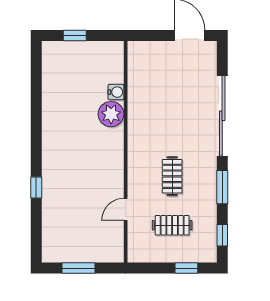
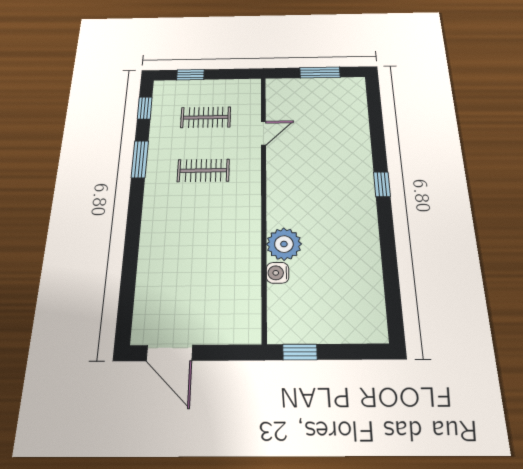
window: (75, 36) -> (300, 352), moved
sliding door: (222, 116) -> (132, 244), removed
clothes rail: (172, 176) -> (203, 170), turned 90
window: (36, 188) -> (382, 184), moved

